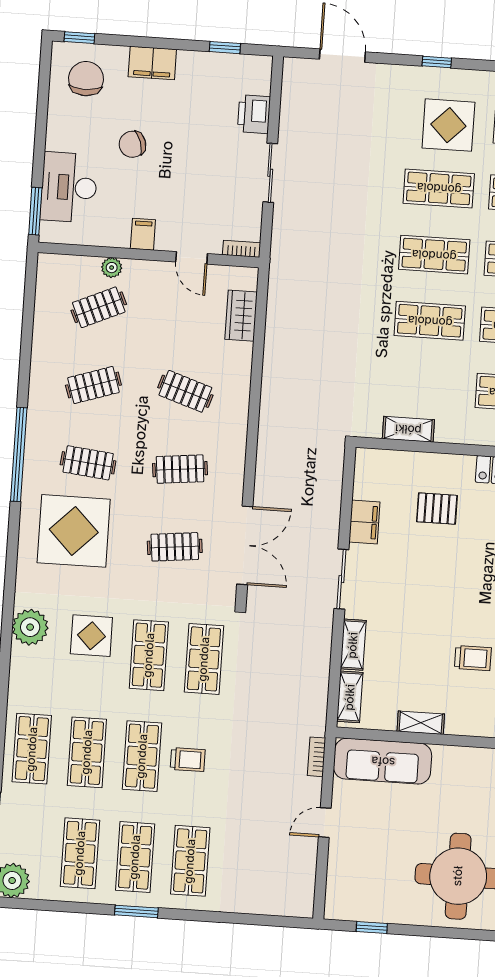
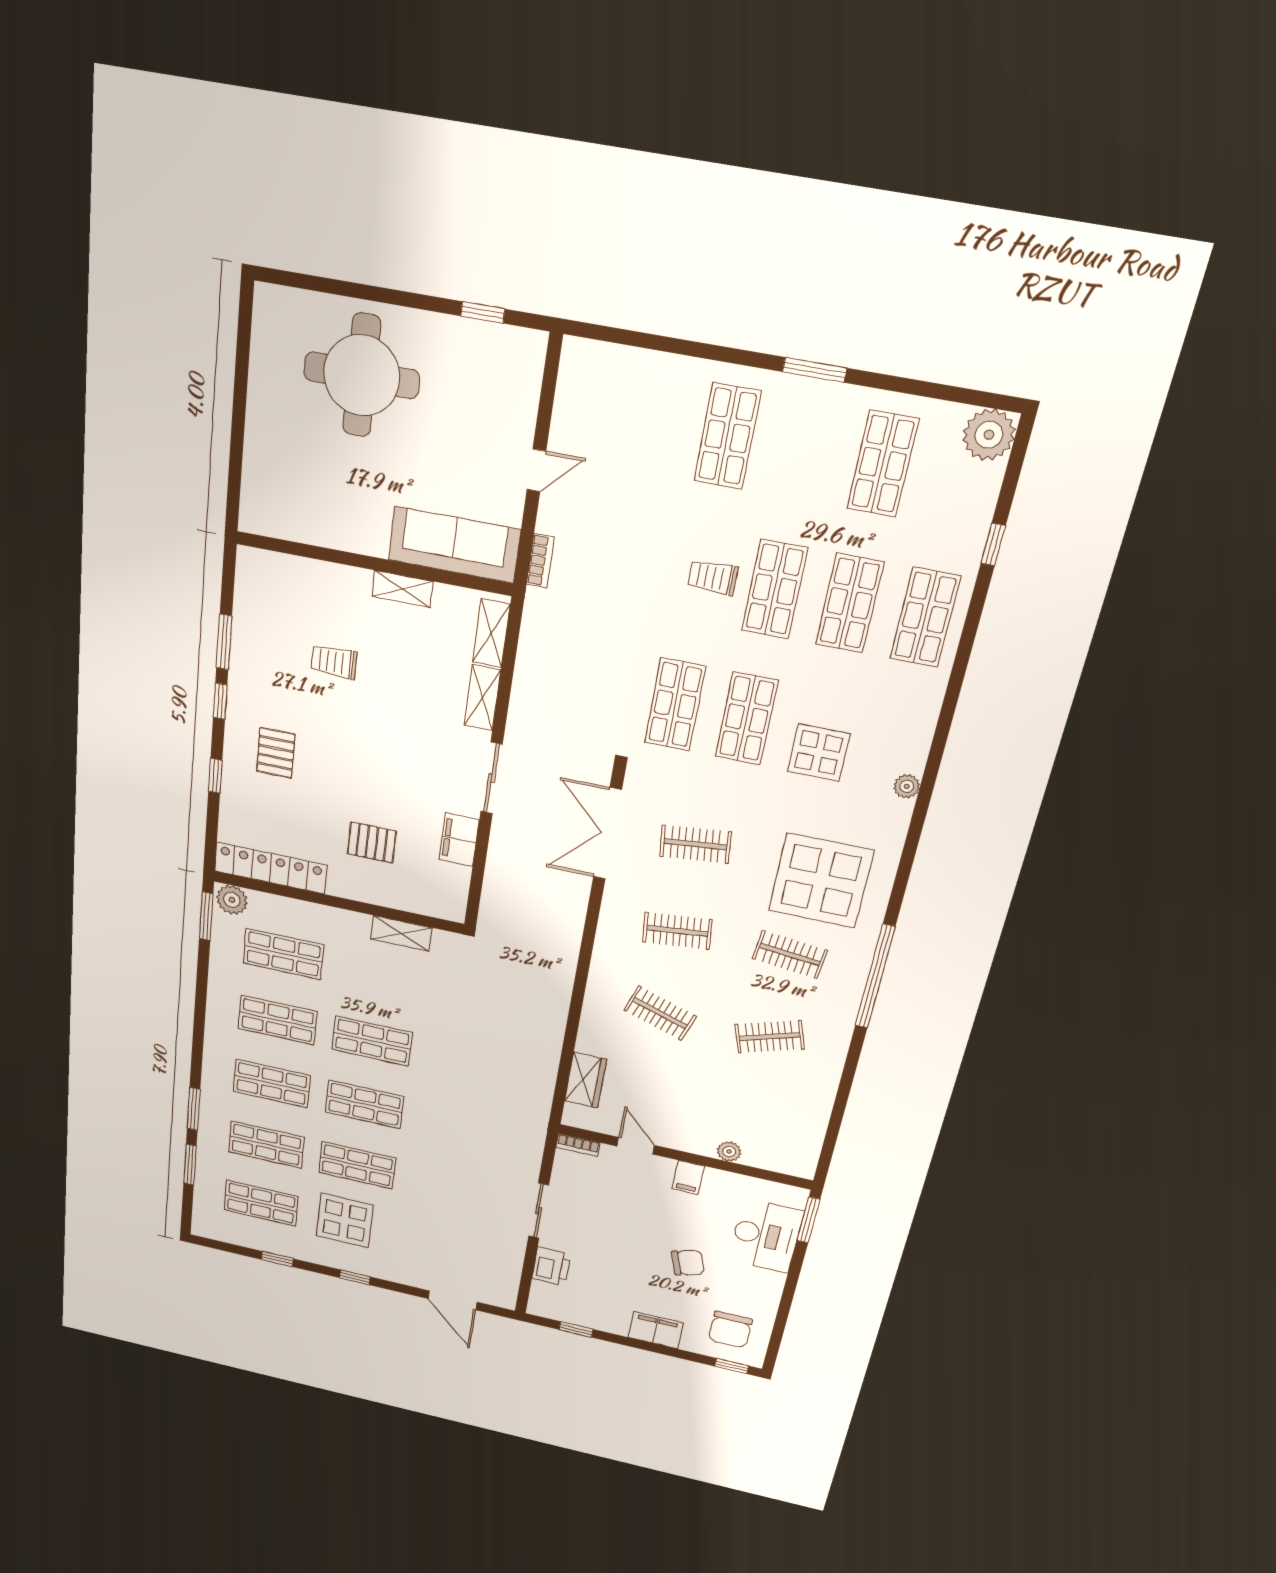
clothes rail: (99, 307) -> (750, 1115), removed
plant: (30, 627) -> (907, 786), width x0.53, depth x0.53
shop shelf: (135, 857) -> (805, 450), removed

